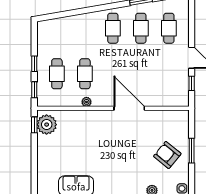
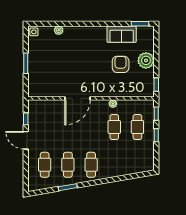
door: (129, 108) -> (78, 98), hinge flipped
plant: (47, 125) -> (146, 60), moved
armchair: (167, 155) -> (121, 64), moved, turned -129

